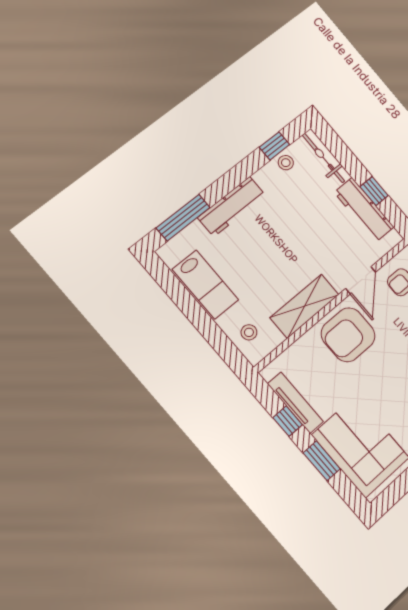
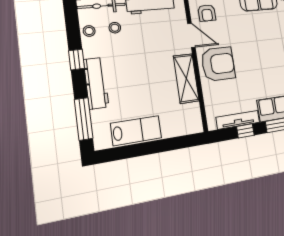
window: (275, 146) -> (77, 60), moved
stool: (249, 332) -> (115, 28), moved
armchair: (348, 335) -> (218, 64), turned -90

